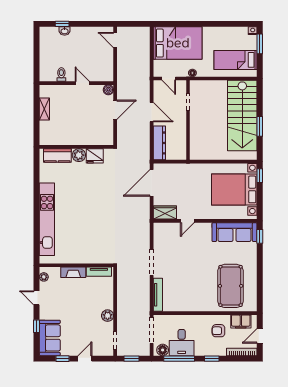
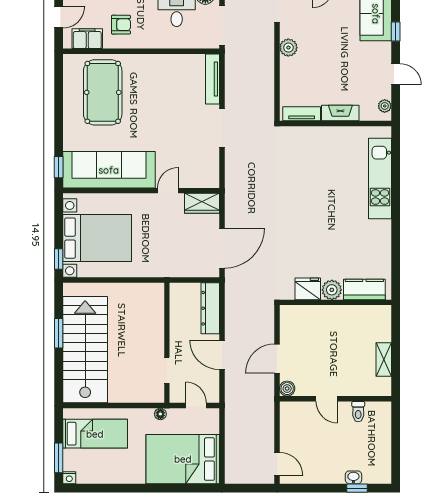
kitchen unit: (47, 219) -> (380, 178), width x0.73
sofa: (234, 232) -> (109, 170), width x1.36, depth x1.27

